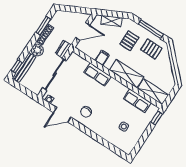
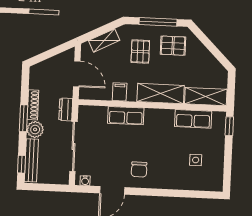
window: (43, 26) -> (24, 118), moved
door: (83, 31) -> (77, 74), hinge flipped

